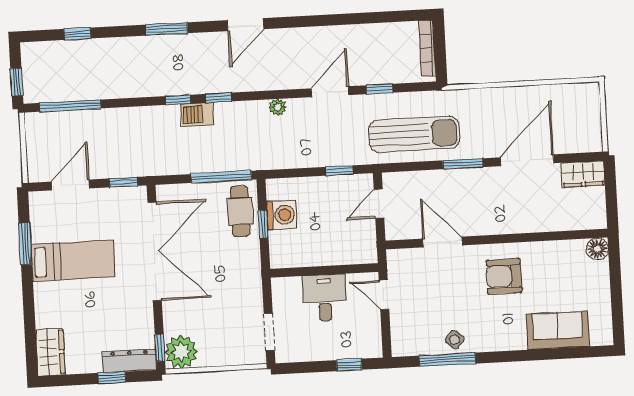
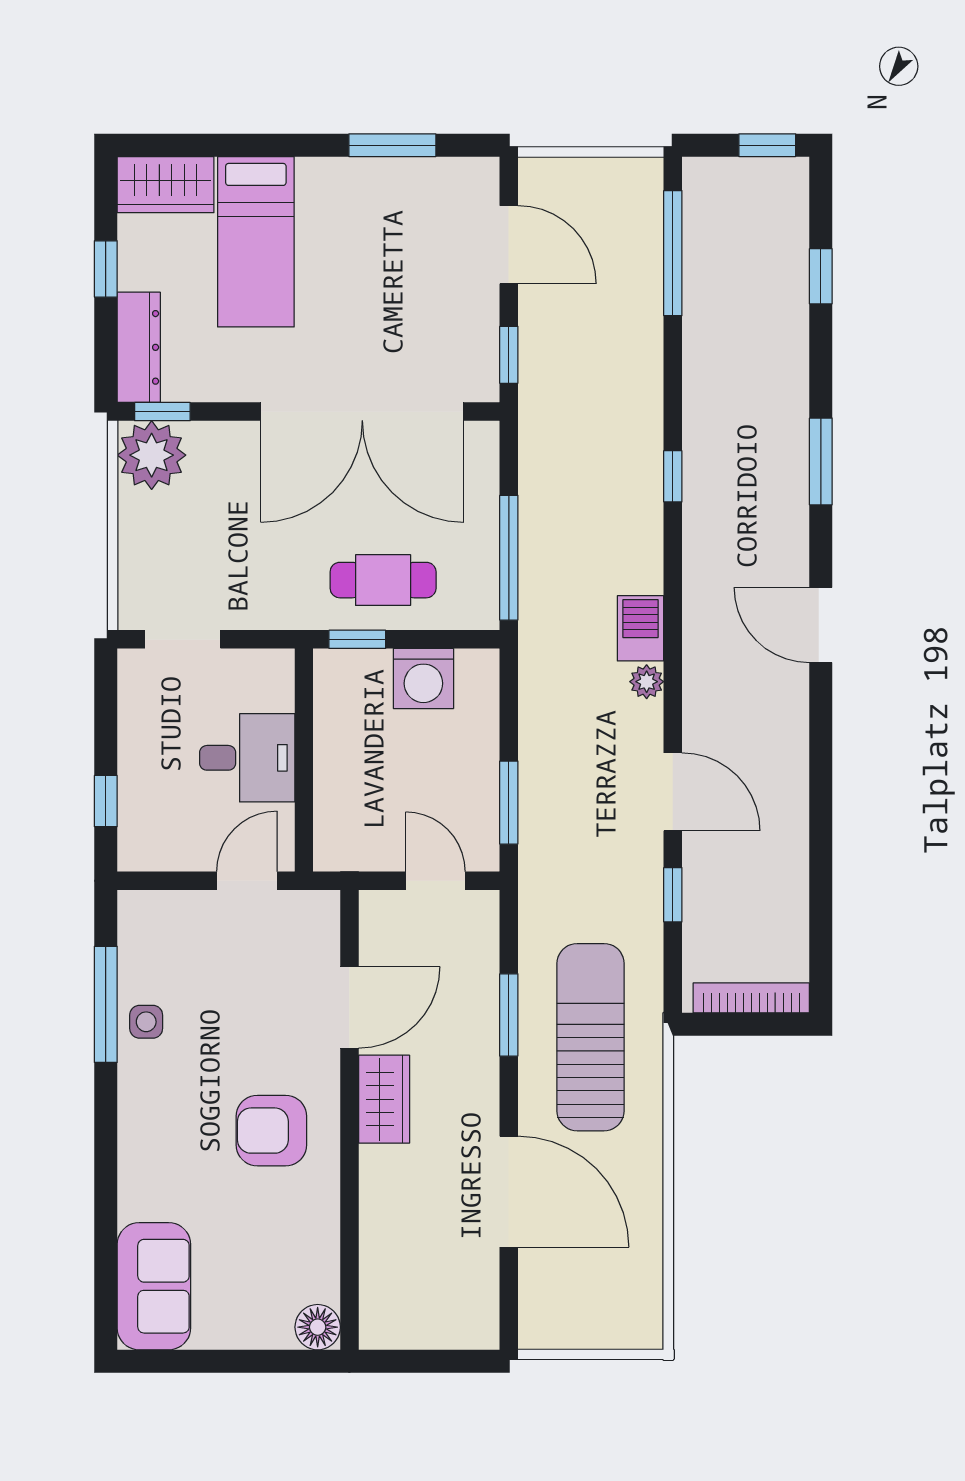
window: (17, 82) -> (767, 145), moved
window: (218, 98) -> (673, 560), removed
barbecue: (197, 114) -> (640, 628), moved
sun lounger: (414, 134) -> (591, 1037), moved, turned 180
window: (463, 164) -> (509, 1015), moved
window: (339, 170) -> (509, 803), width x1.50
wardrobe: (583, 174) -> (384, 1099), moved, turned 180
cafe table: (240, 211) -> (383, 580), moved
window: (263, 224) -> (357, 639), moved
bed: (73, 261) -> (256, 242), moved
armchair: (504, 276) -> (271, 1131), turned -90
sofa: (558, 330) -> (154, 1286), moved
side table: (455, 340) -> (146, 1022), turned 45
window: (112, 378) -> (106, 269), moved

